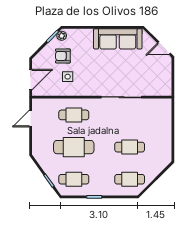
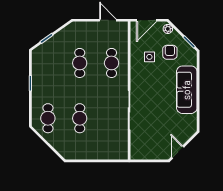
plant: (62, 36) -> (168, 29), moved
sofa: (118, 39) -> (187, 90), moved
door: (31, 80) -> (147, 20), hinge flipped
cafe table: (74, 147) -> (80, 63), width x0.73, depth x0.74
cafe table: (74, 179) -> (48, 63), removed

